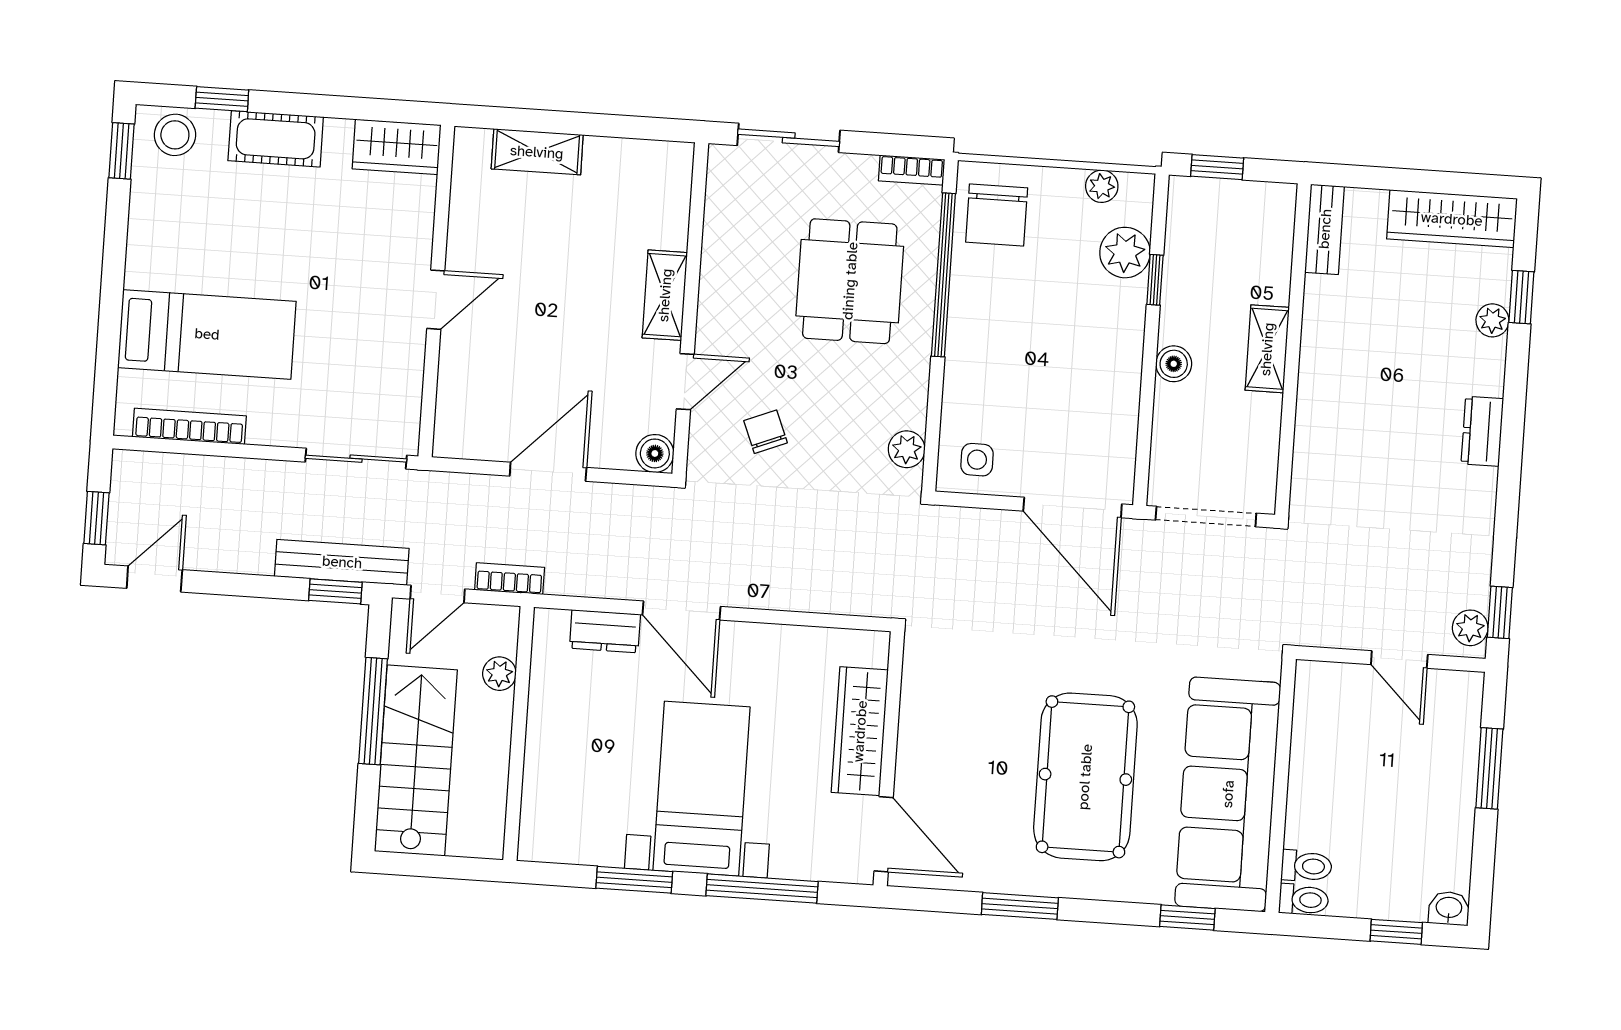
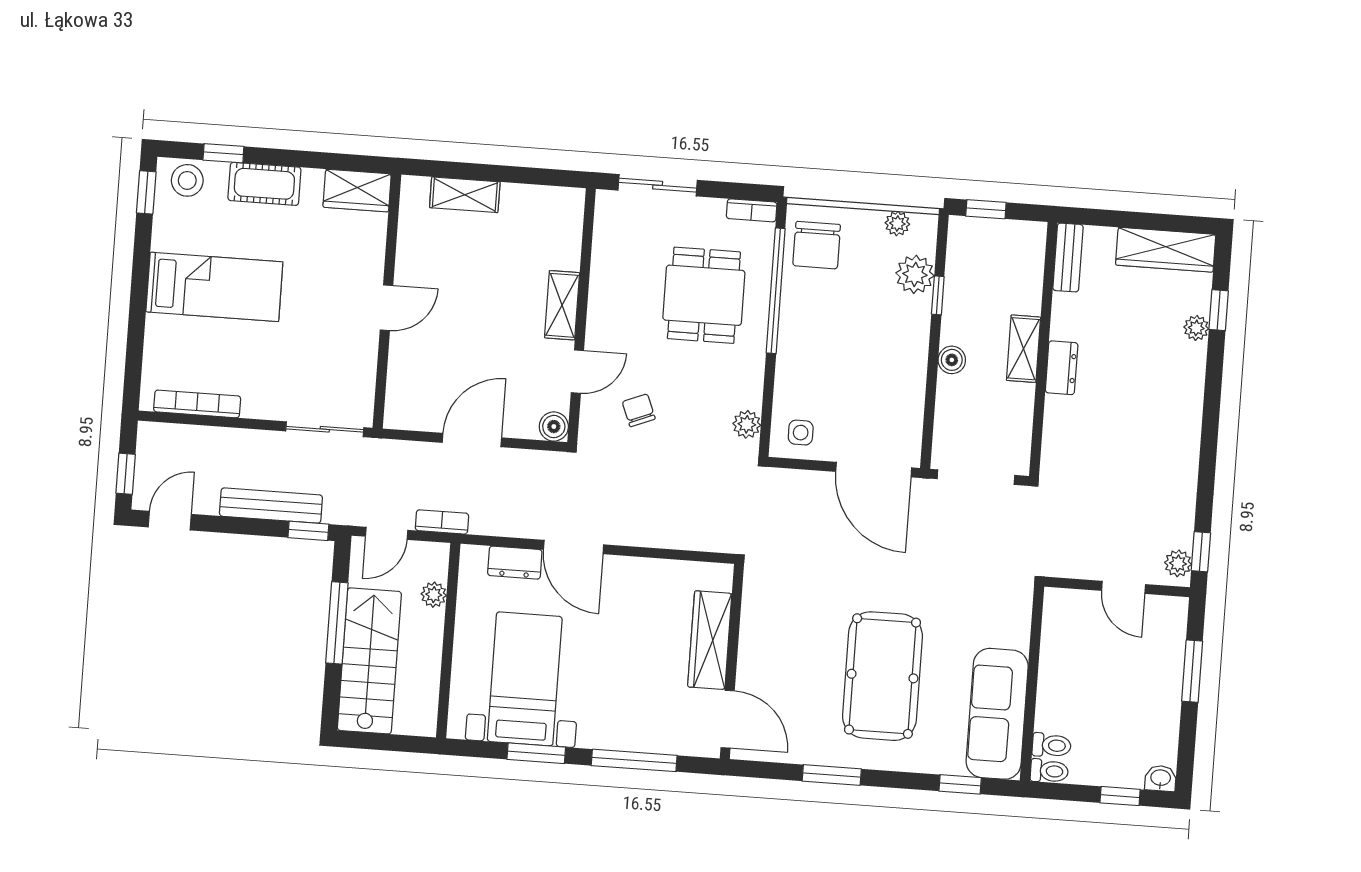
bed: (207, 334) -> (214, 287), moved
dresser: (1482, 431) -> (1062, 368), moved, turned 180
bench: (342, 562) -> (271, 506), moved
bed with nightstands: (701, 789) -> (525, 679), moved
sofa: (1228, 794) -> (997, 714), width x0.74, depth x0.79

